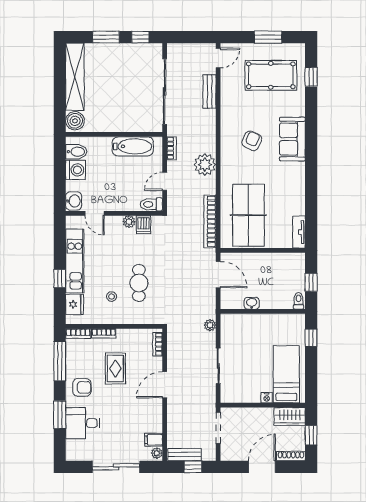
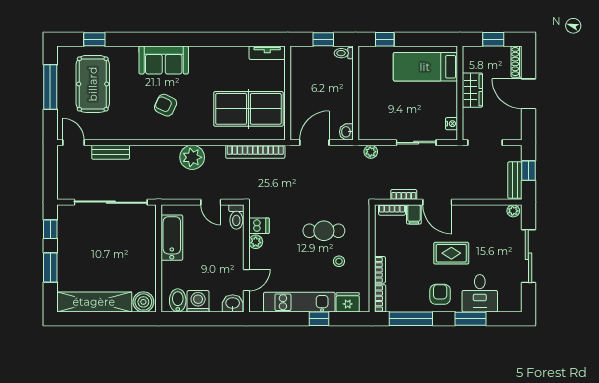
window: (268, 37) -> (50, 87), width x1.44
bookcase: (171, 148) -> (404, 195), moved
washbasin: (252, 303) -> (346, 132), moved
rug: (115, 369) -> (451, 253), moved
nightstand: (267, 398) -> (451, 124), moved
wardrobe: (290, 416) -> (472, 90), moved
filing cabinet: (154, 440) -> (414, 214), moved

